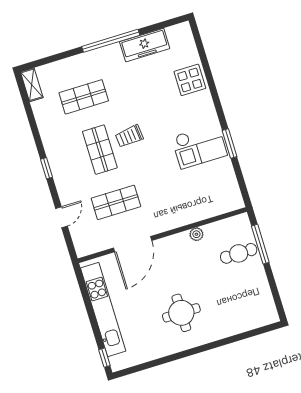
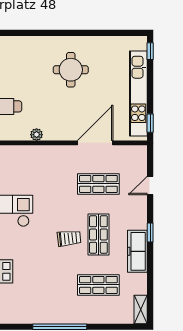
freezer: (145, 45) -> (137, 251), moved, turned -90
window: (81, 282) -> (150, 123), added

